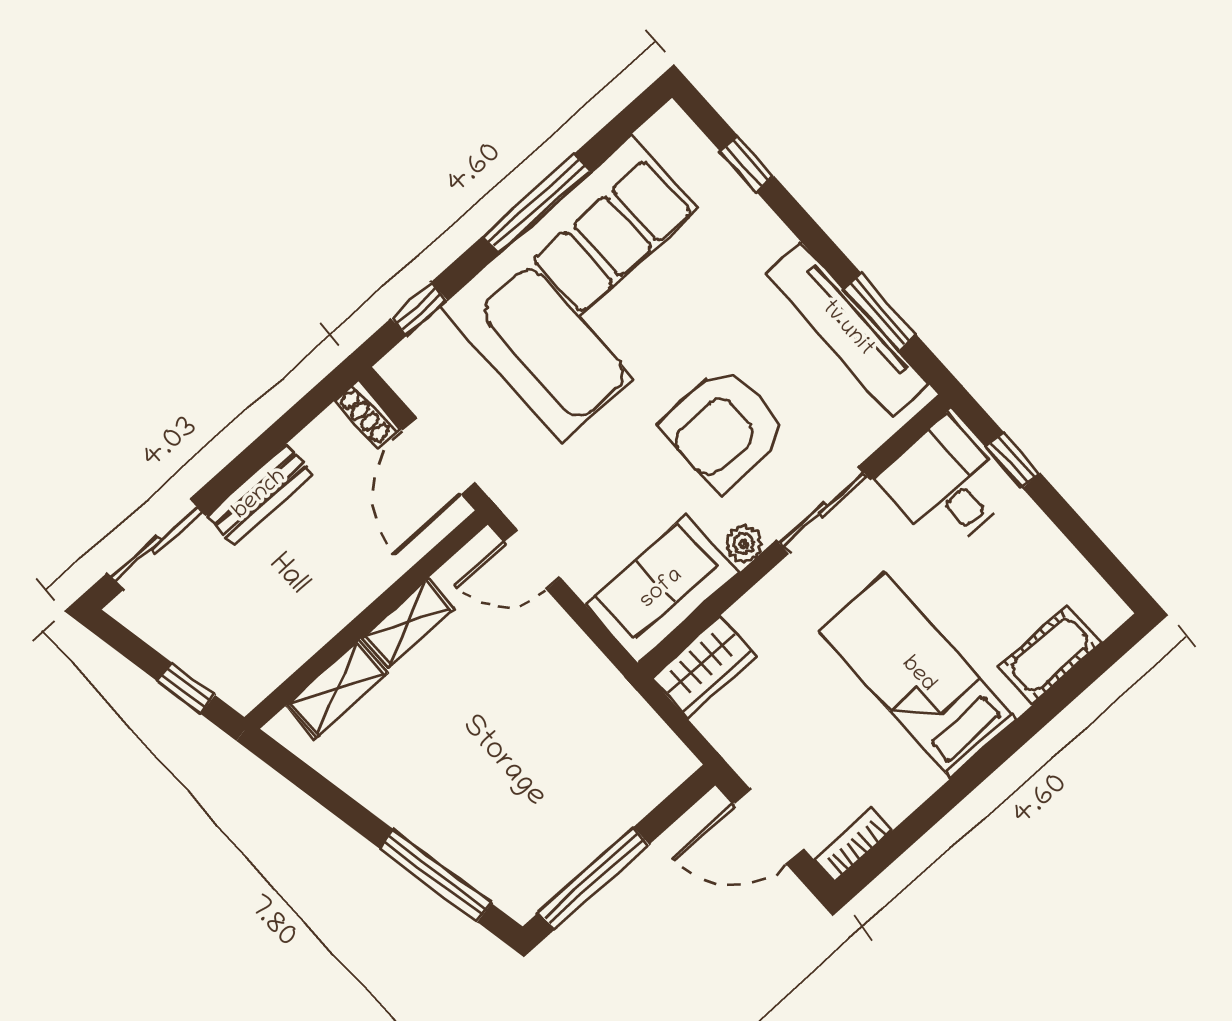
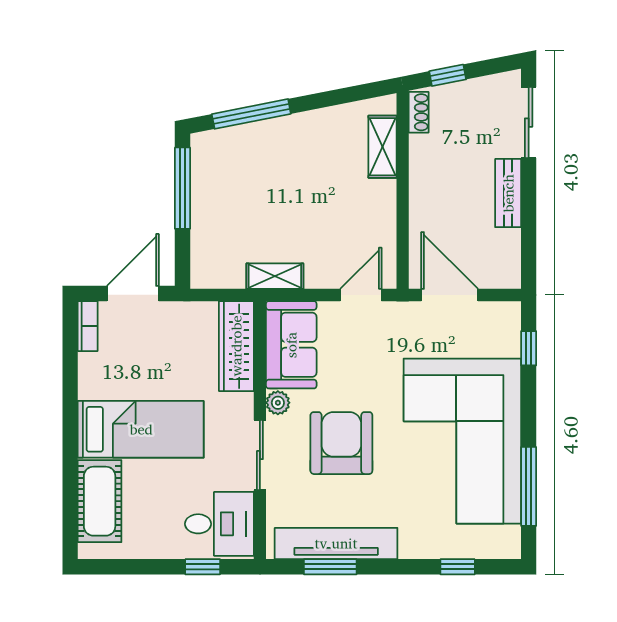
window: (536, 203) -> (529, 486), moved
shoe rack: (368, 414) -> (419, 112), moved, turned 90
shelving: (408, 623) -> (275, 276), moved, turned 90
cot: (1050, 655) -> (100, 501), width x1.37, depth x1.34
wardrobe: (704, 667) -> (236, 346), width x1.50

